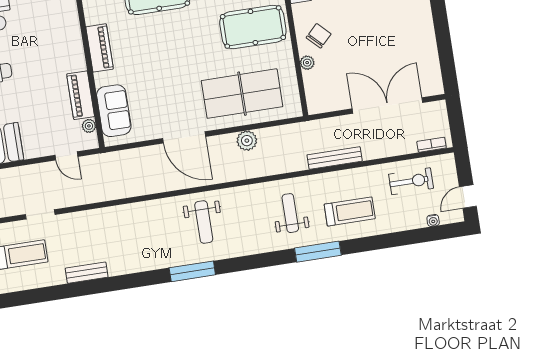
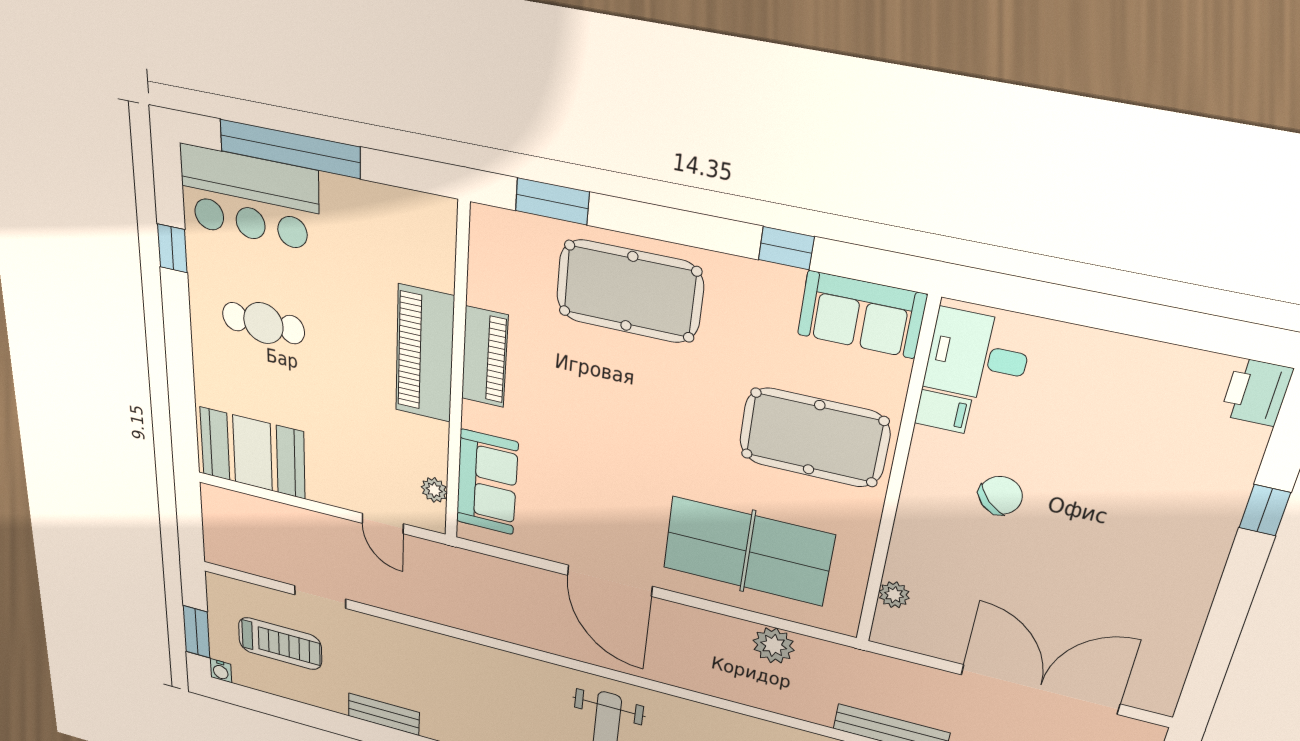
chair: (319, 36) -> (1000, 495), moved
plant: (307, 63) -> (894, 595), moved
piano: (81, 95) -> (425, 354), moved, width x1.37, depth x1.33
plant: (247, 141) -> (774, 645), moved

